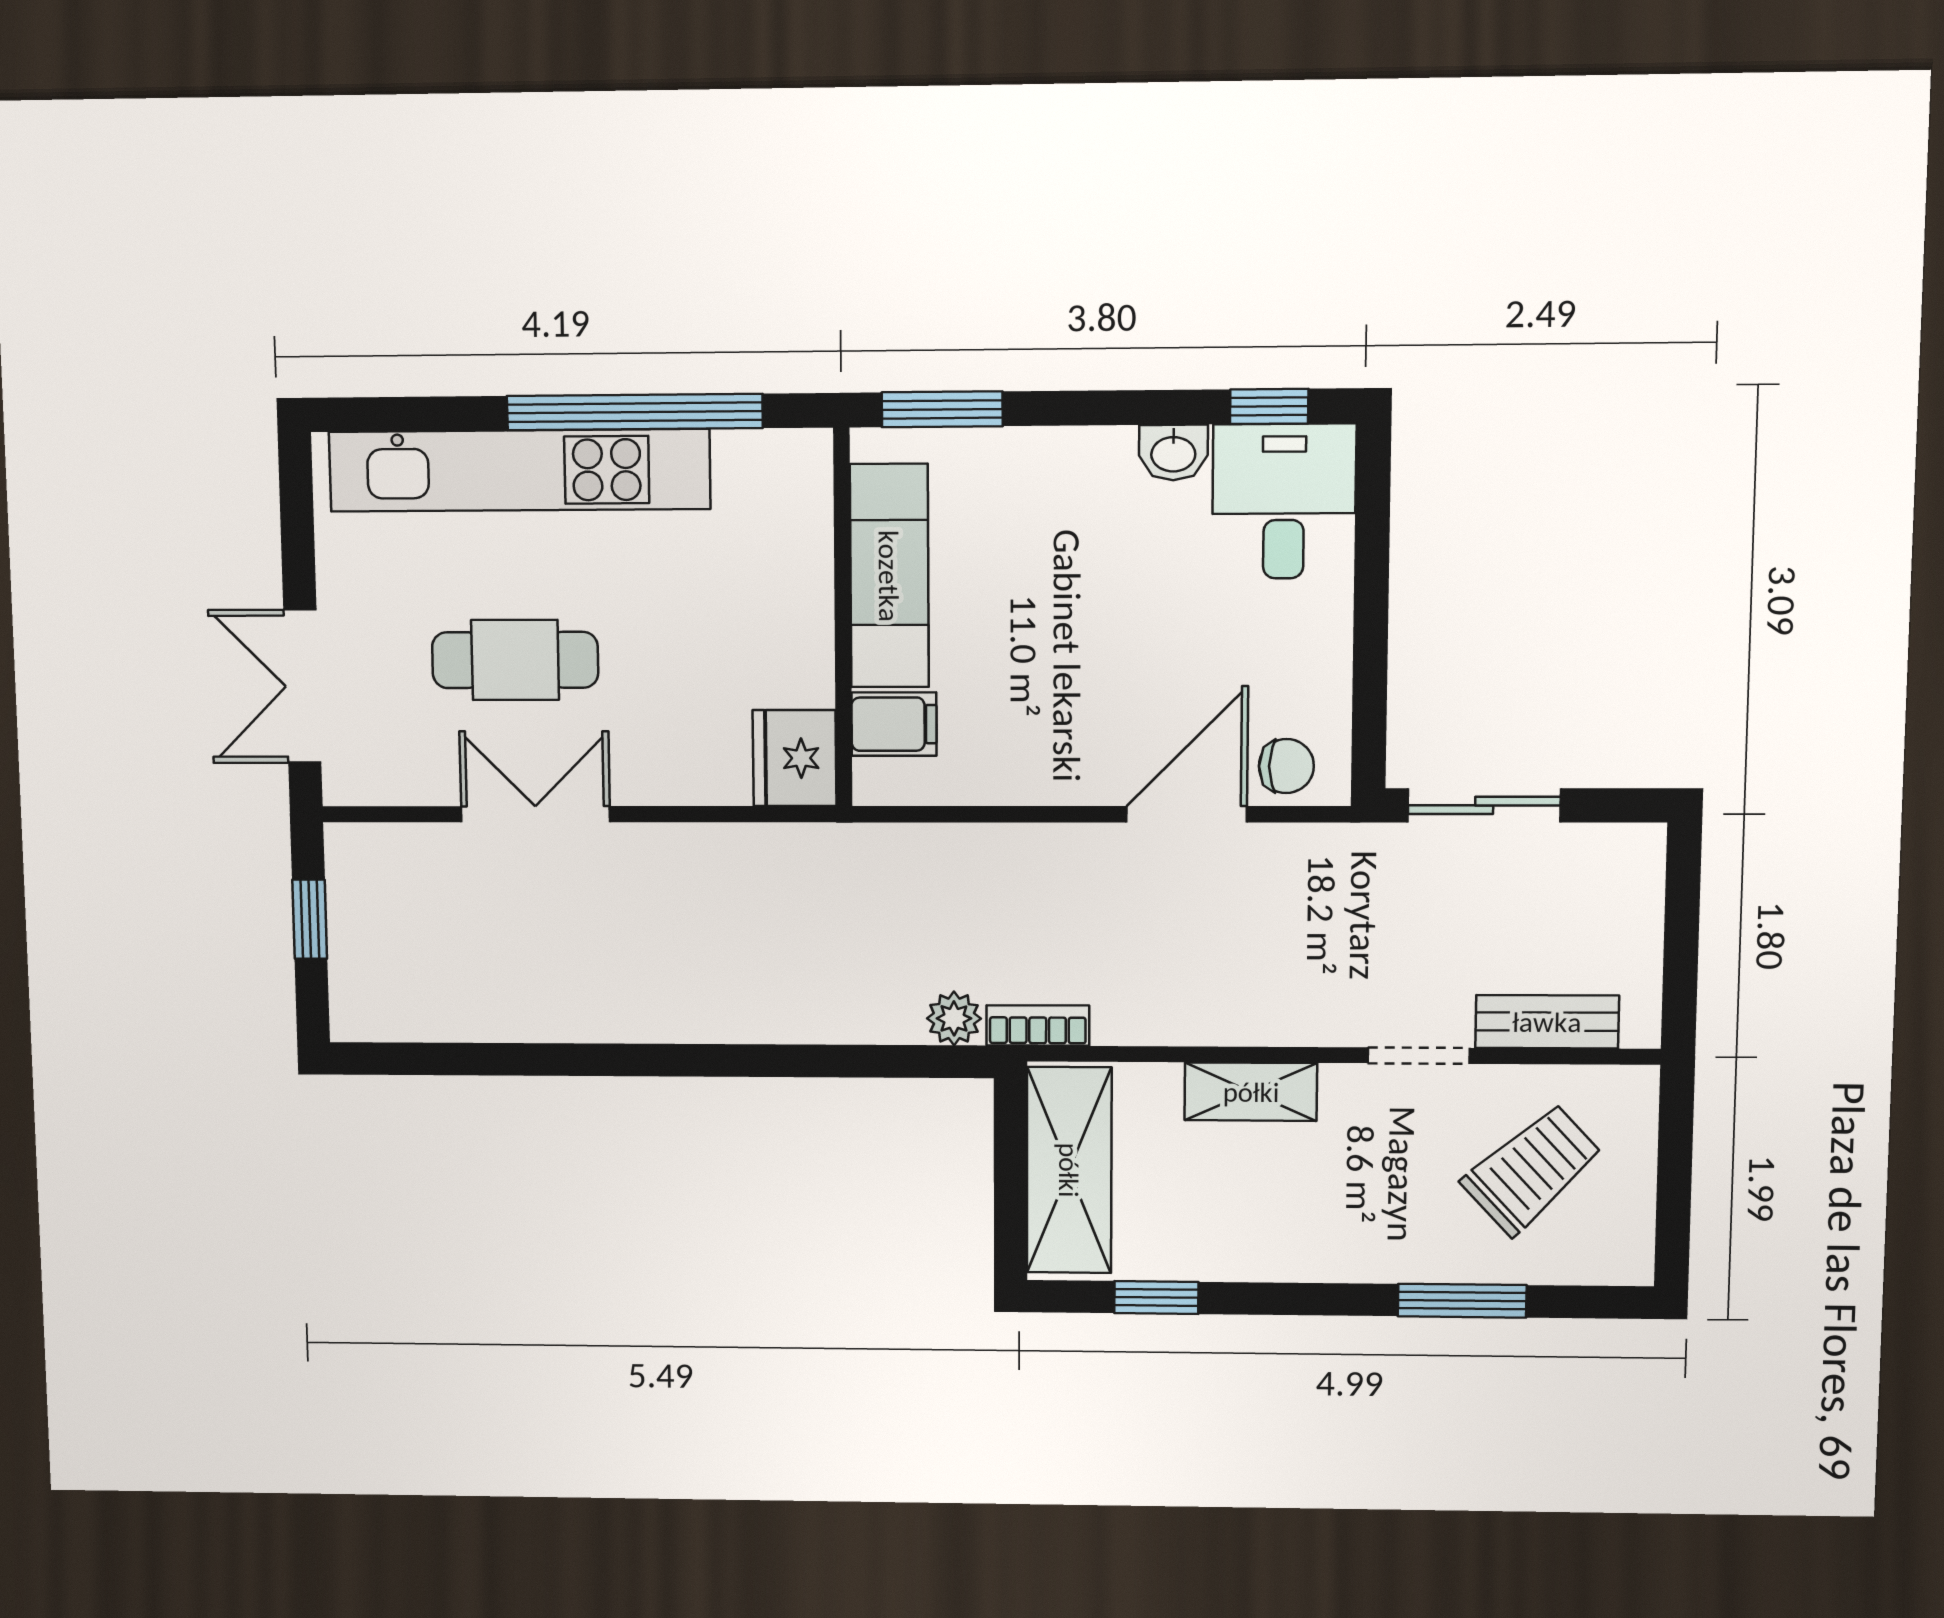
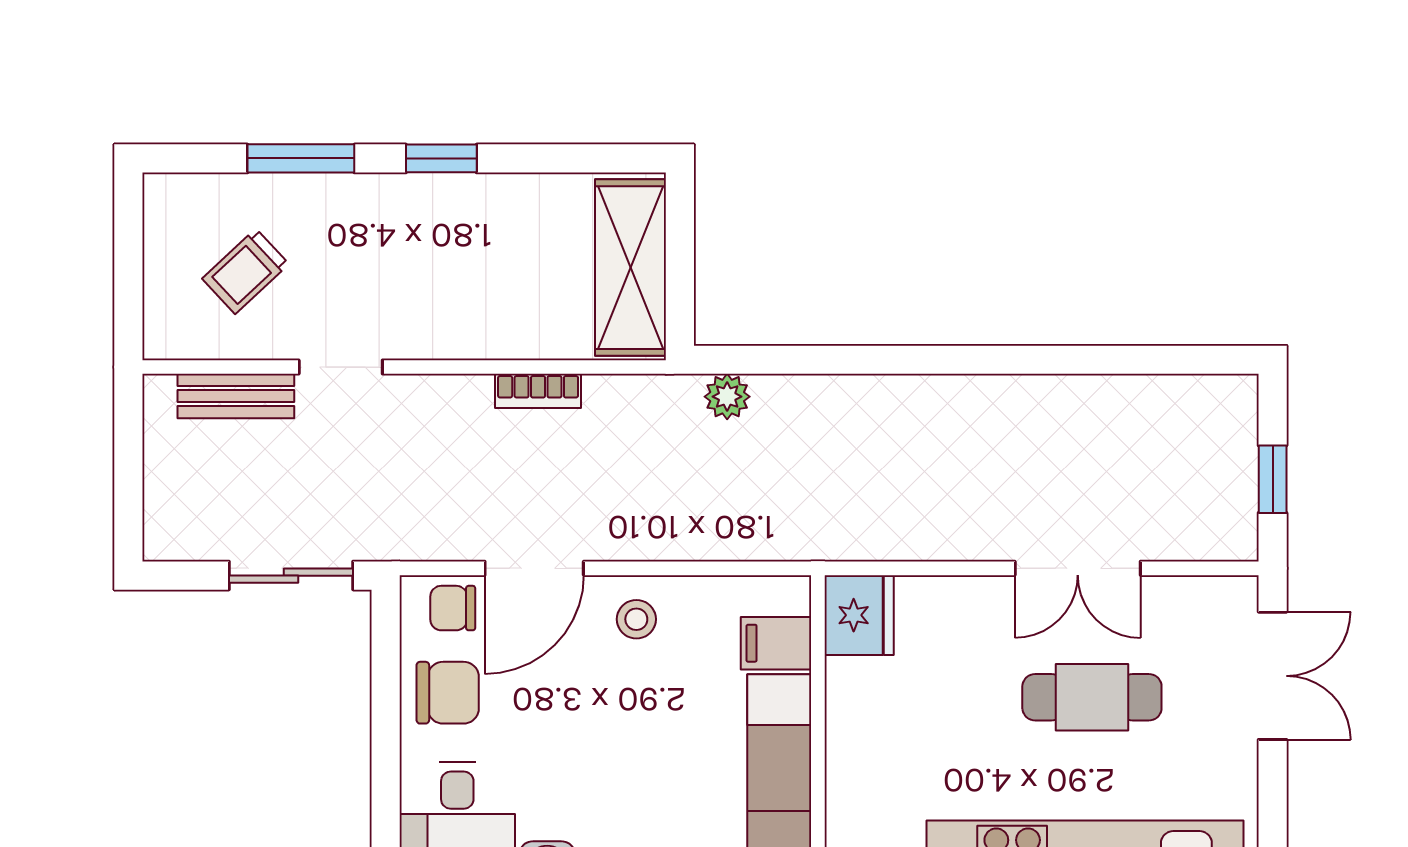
chair: (1294, 663) -> (448, 693), added
stool: (1063, 753) -> (636, 619), added
bookcase: (1038, 1025) -> (538, 391), moved
shelving: (1251, 1092) -> (479, 336), removed
trolley: (1532, 1169) -> (245, 271), width x0.73, depth x0.72
window: (1156, 1298) -> (441, 158), moved

